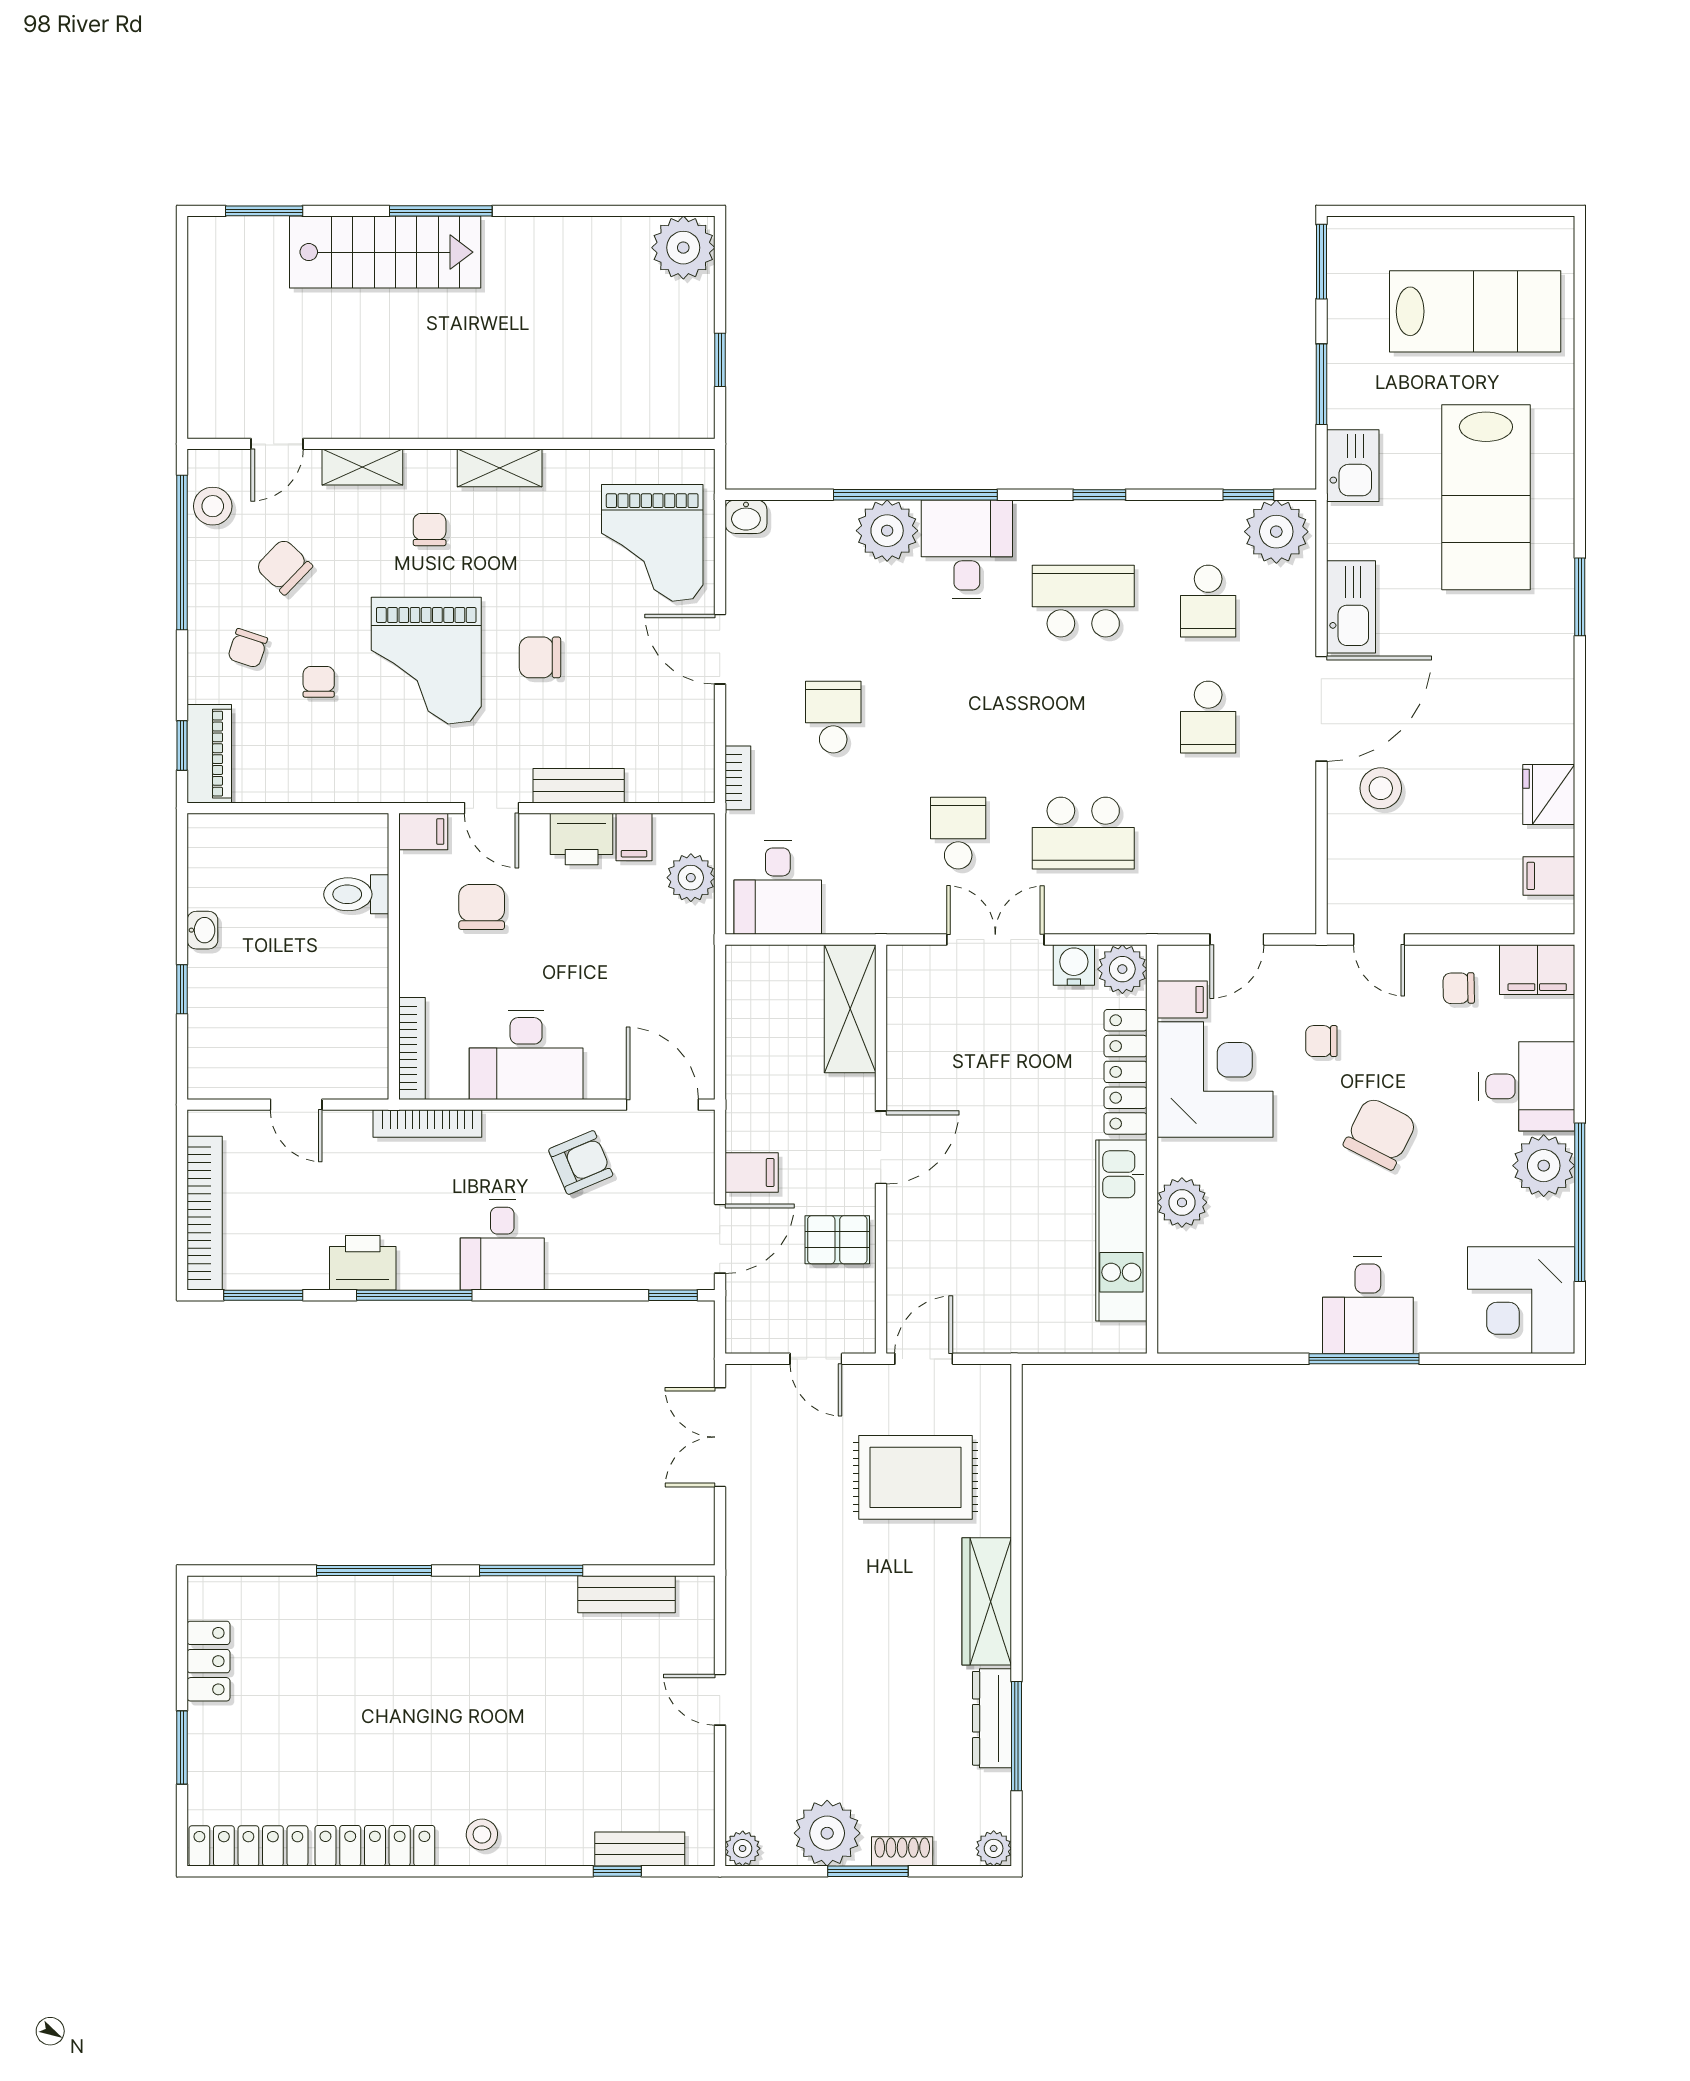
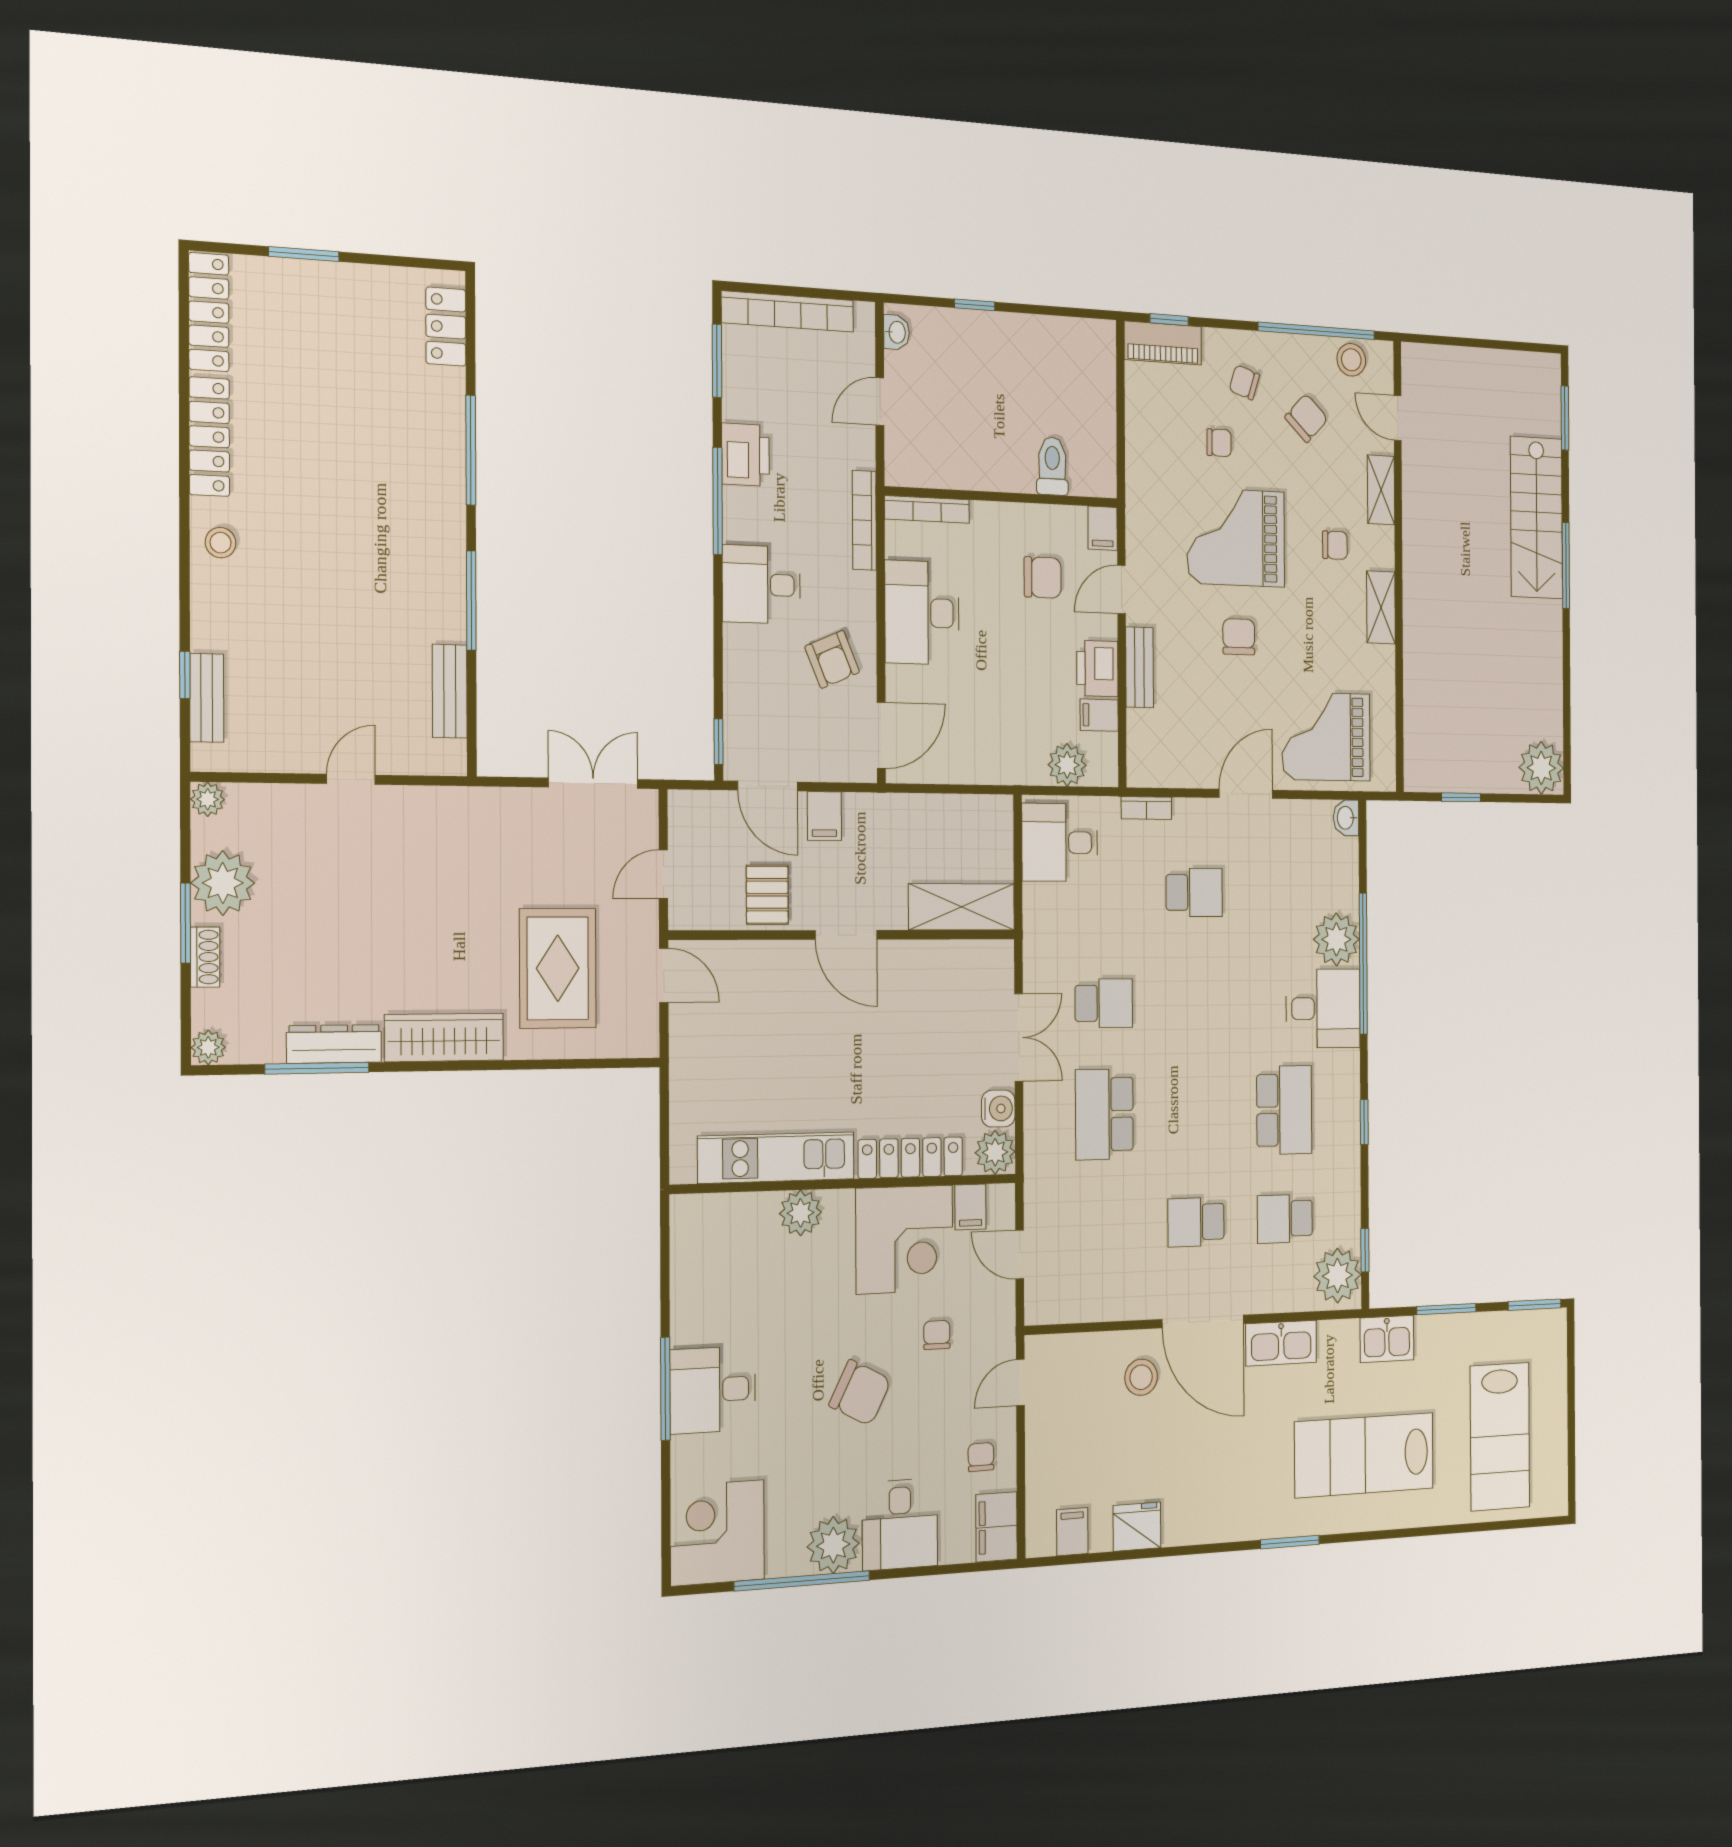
washbasin: (202, 930) -> (896, 332), moved, turned -90
locker: (208, 1661) -> (446, 327), moved, turned 90

